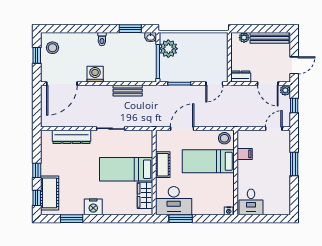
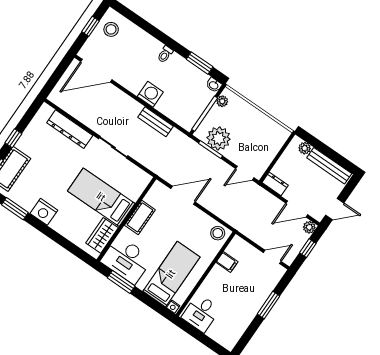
plant: (168, 49) -> (222, 101), width x0.53, depth x0.53
plant: (180, 72) -> (219, 138), added
washing machine: (95, 74) -> (150, 94), moved
door: (268, 84) -> (297, 209), hinge flipped
bed: (208, 161) -> (171, 274), moved, turned 90

